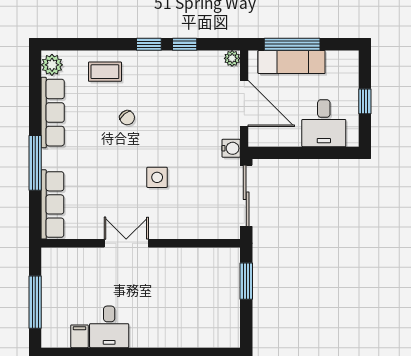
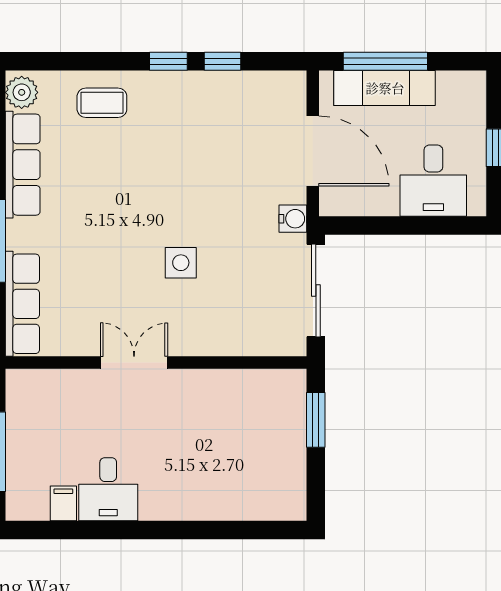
plant: (232, 58) -> (294, 83), removed
chair: (127, 118) -> (135, 172), removed

